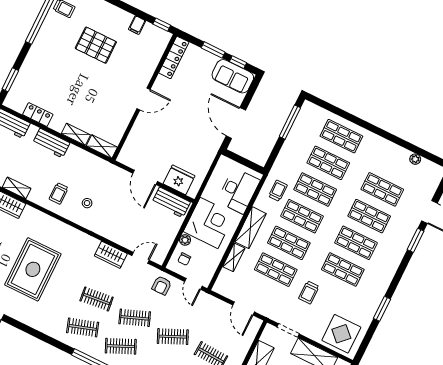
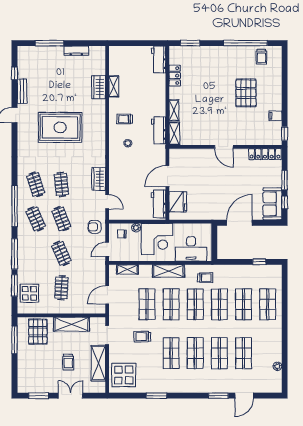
window: (290, 122) -> (259, 262), width x0.46
workbench: (51, 143) -> (159, 130), moved
shelving: (234, 257) -> (127, 269), moved

